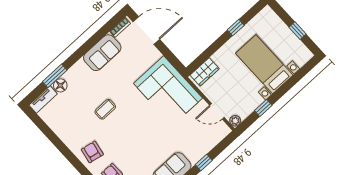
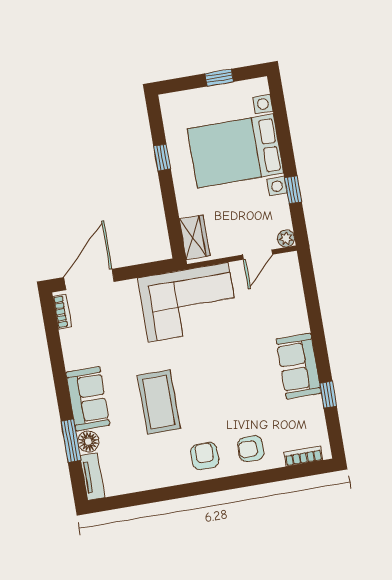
sofa: (102, 53) -> (88, 399), moved
bed with nightstands: (264, 64) -> (235, 151), width x1.36
coffee table: (105, 109) -> (159, 402), width x1.86, depth x1.72
armchair: (92, 152) -> (205, 456), turned 79
window: (204, 162) -> (315, 316), removed

